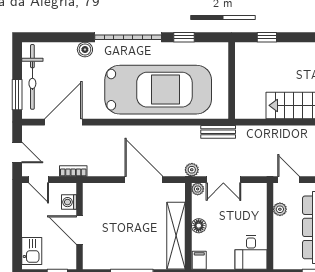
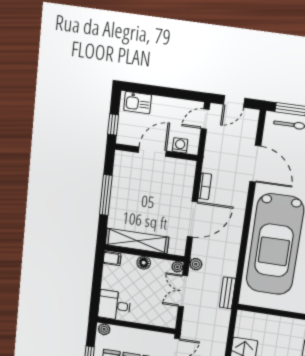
door: (63, 122) -> (255, 164), moved
bookcase: (73, 171) -> (205, 186), moved
plant: (280, 209) -> (104, 329), moved

